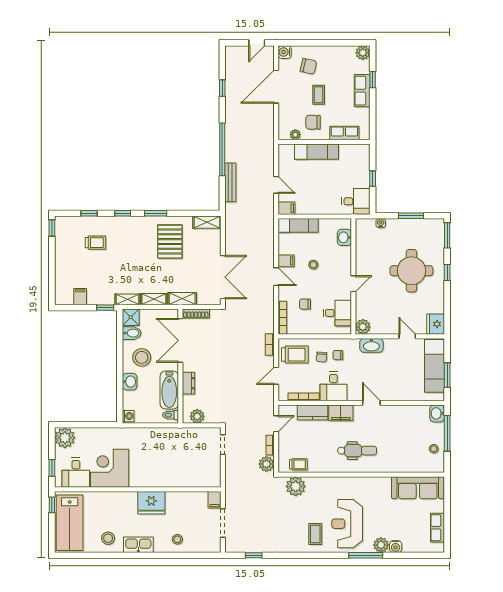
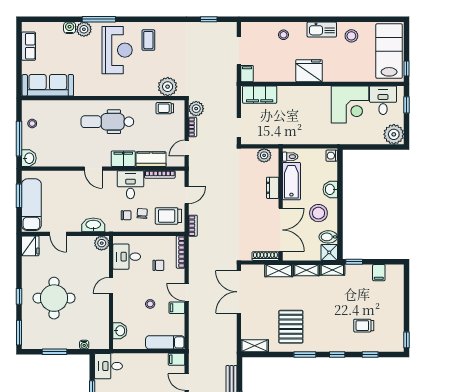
dental chair: (357, 451) -> (107, 122), width x1.36, depth x1.38
filing cabinet: (202, 478) -> (260, 95), added

